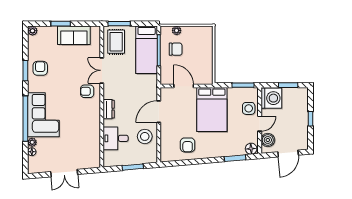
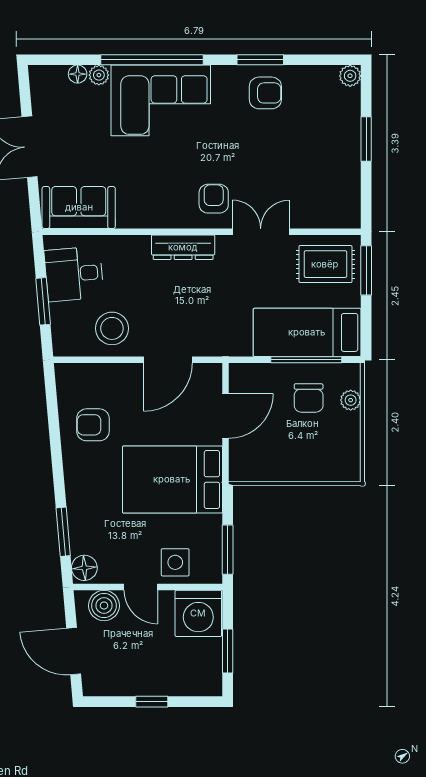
sofa: (74, 35) -> (79, 207), moved, turned 90
dresser: (109, 109) -> (183, 247), width x1.44
door: (159, 112) -> (168, 360), swing flipped
desk: (116, 138) -> (74, 274), moved, turned -95

